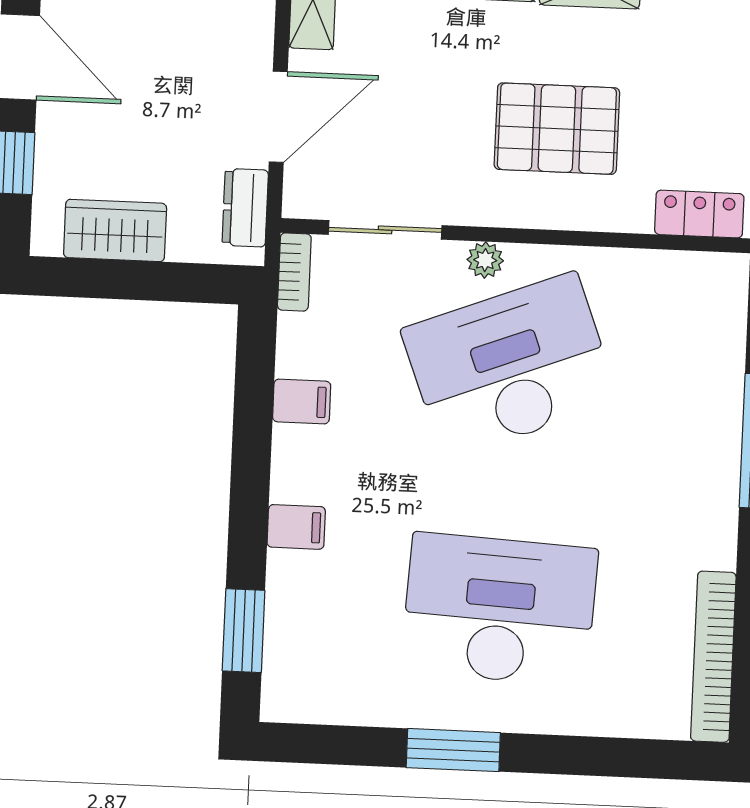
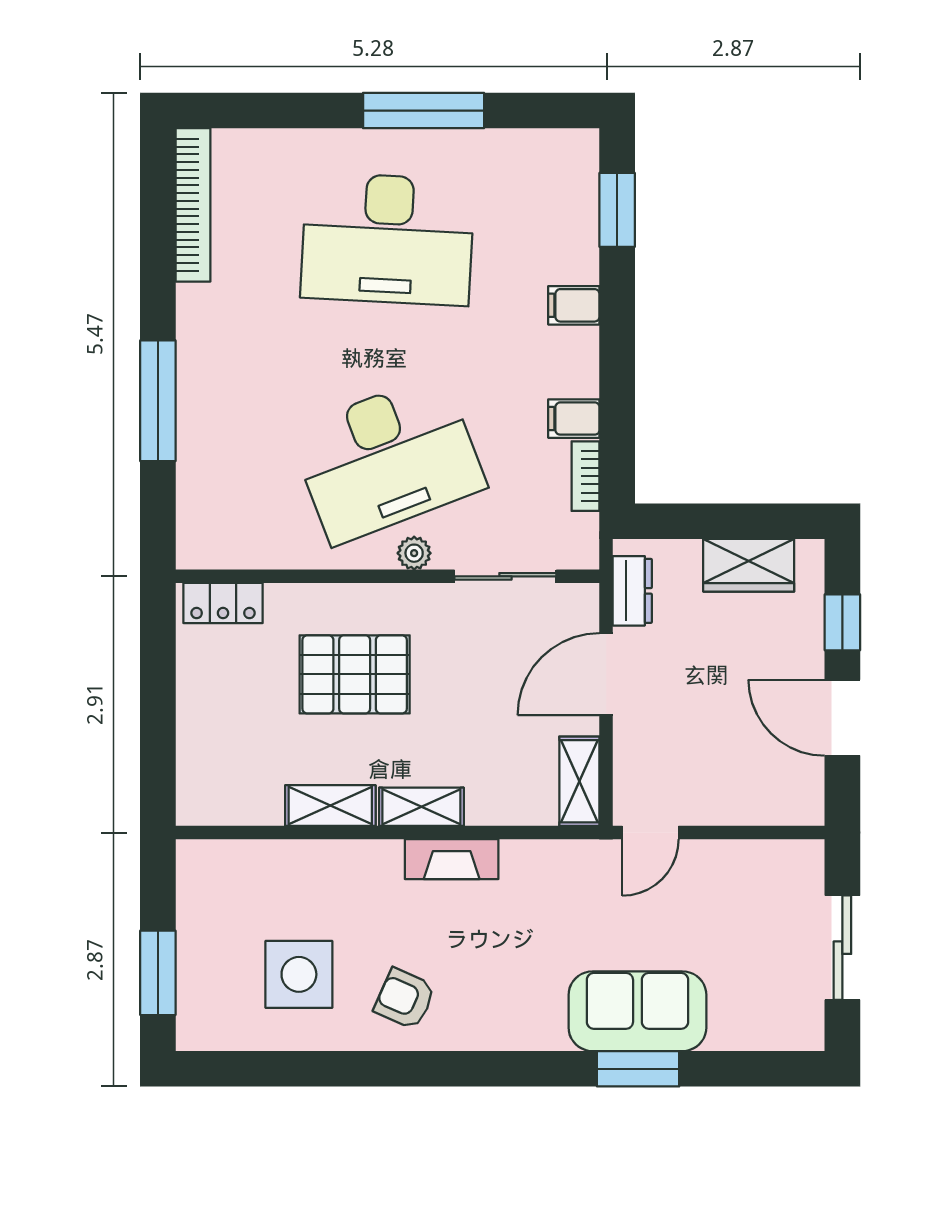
bookcase: (294, 272) -> (586, 476), moved
window: (453, 750) -> (424, 111), width x1.44

